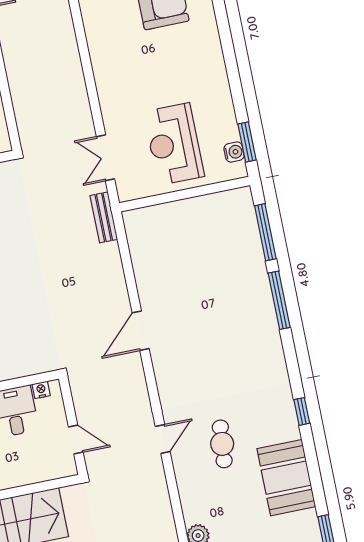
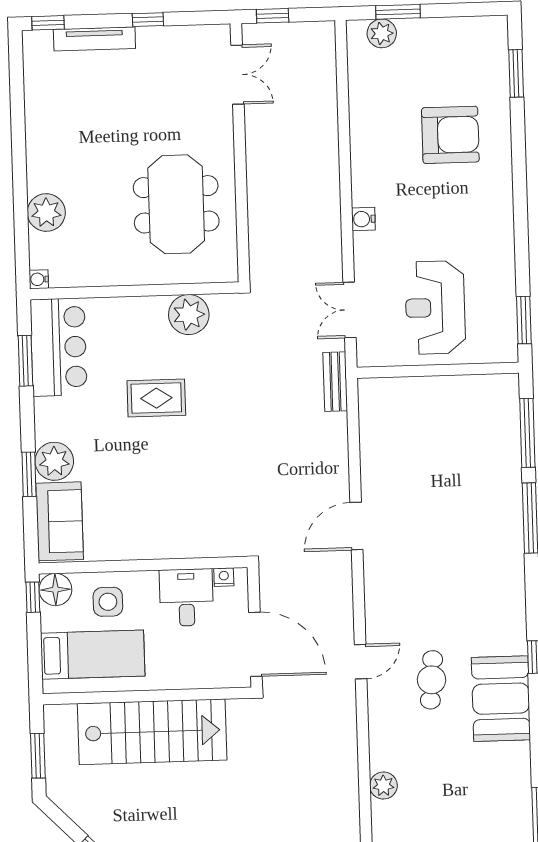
water cooler: (234, 152) -> (363, 219), moved, turned 180
door: (76, 440) -> (255, 644), width x1.88
booth: (286, 478) -> (501, 699), moved

